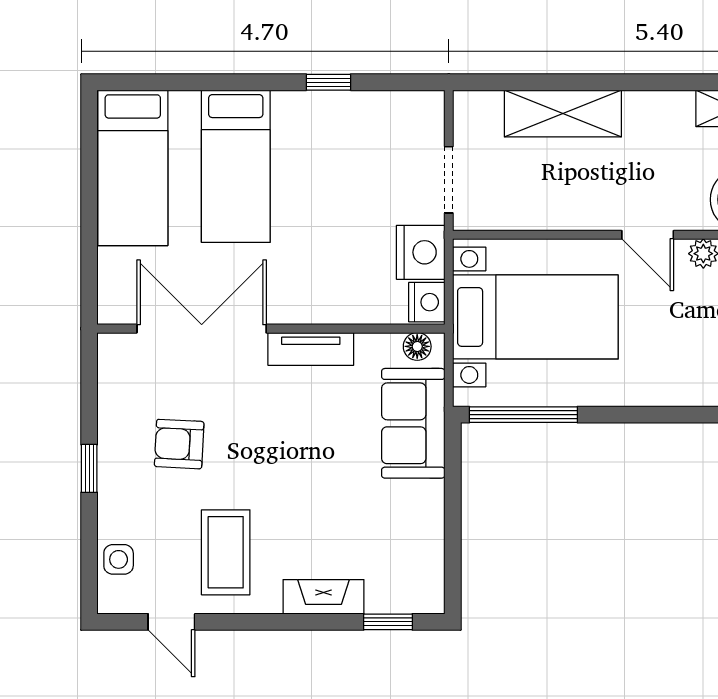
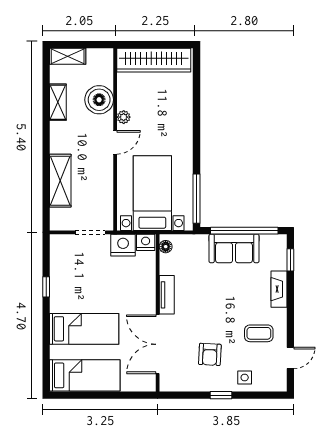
sofa: (413, 423) -> (234, 248), moved
window: (453, 520) -> (244, 231), added
coffee table: (226, 552) -> (259, 333), width x0.73, depth x0.77
side table: (119, 559) -> (245, 378), moved

